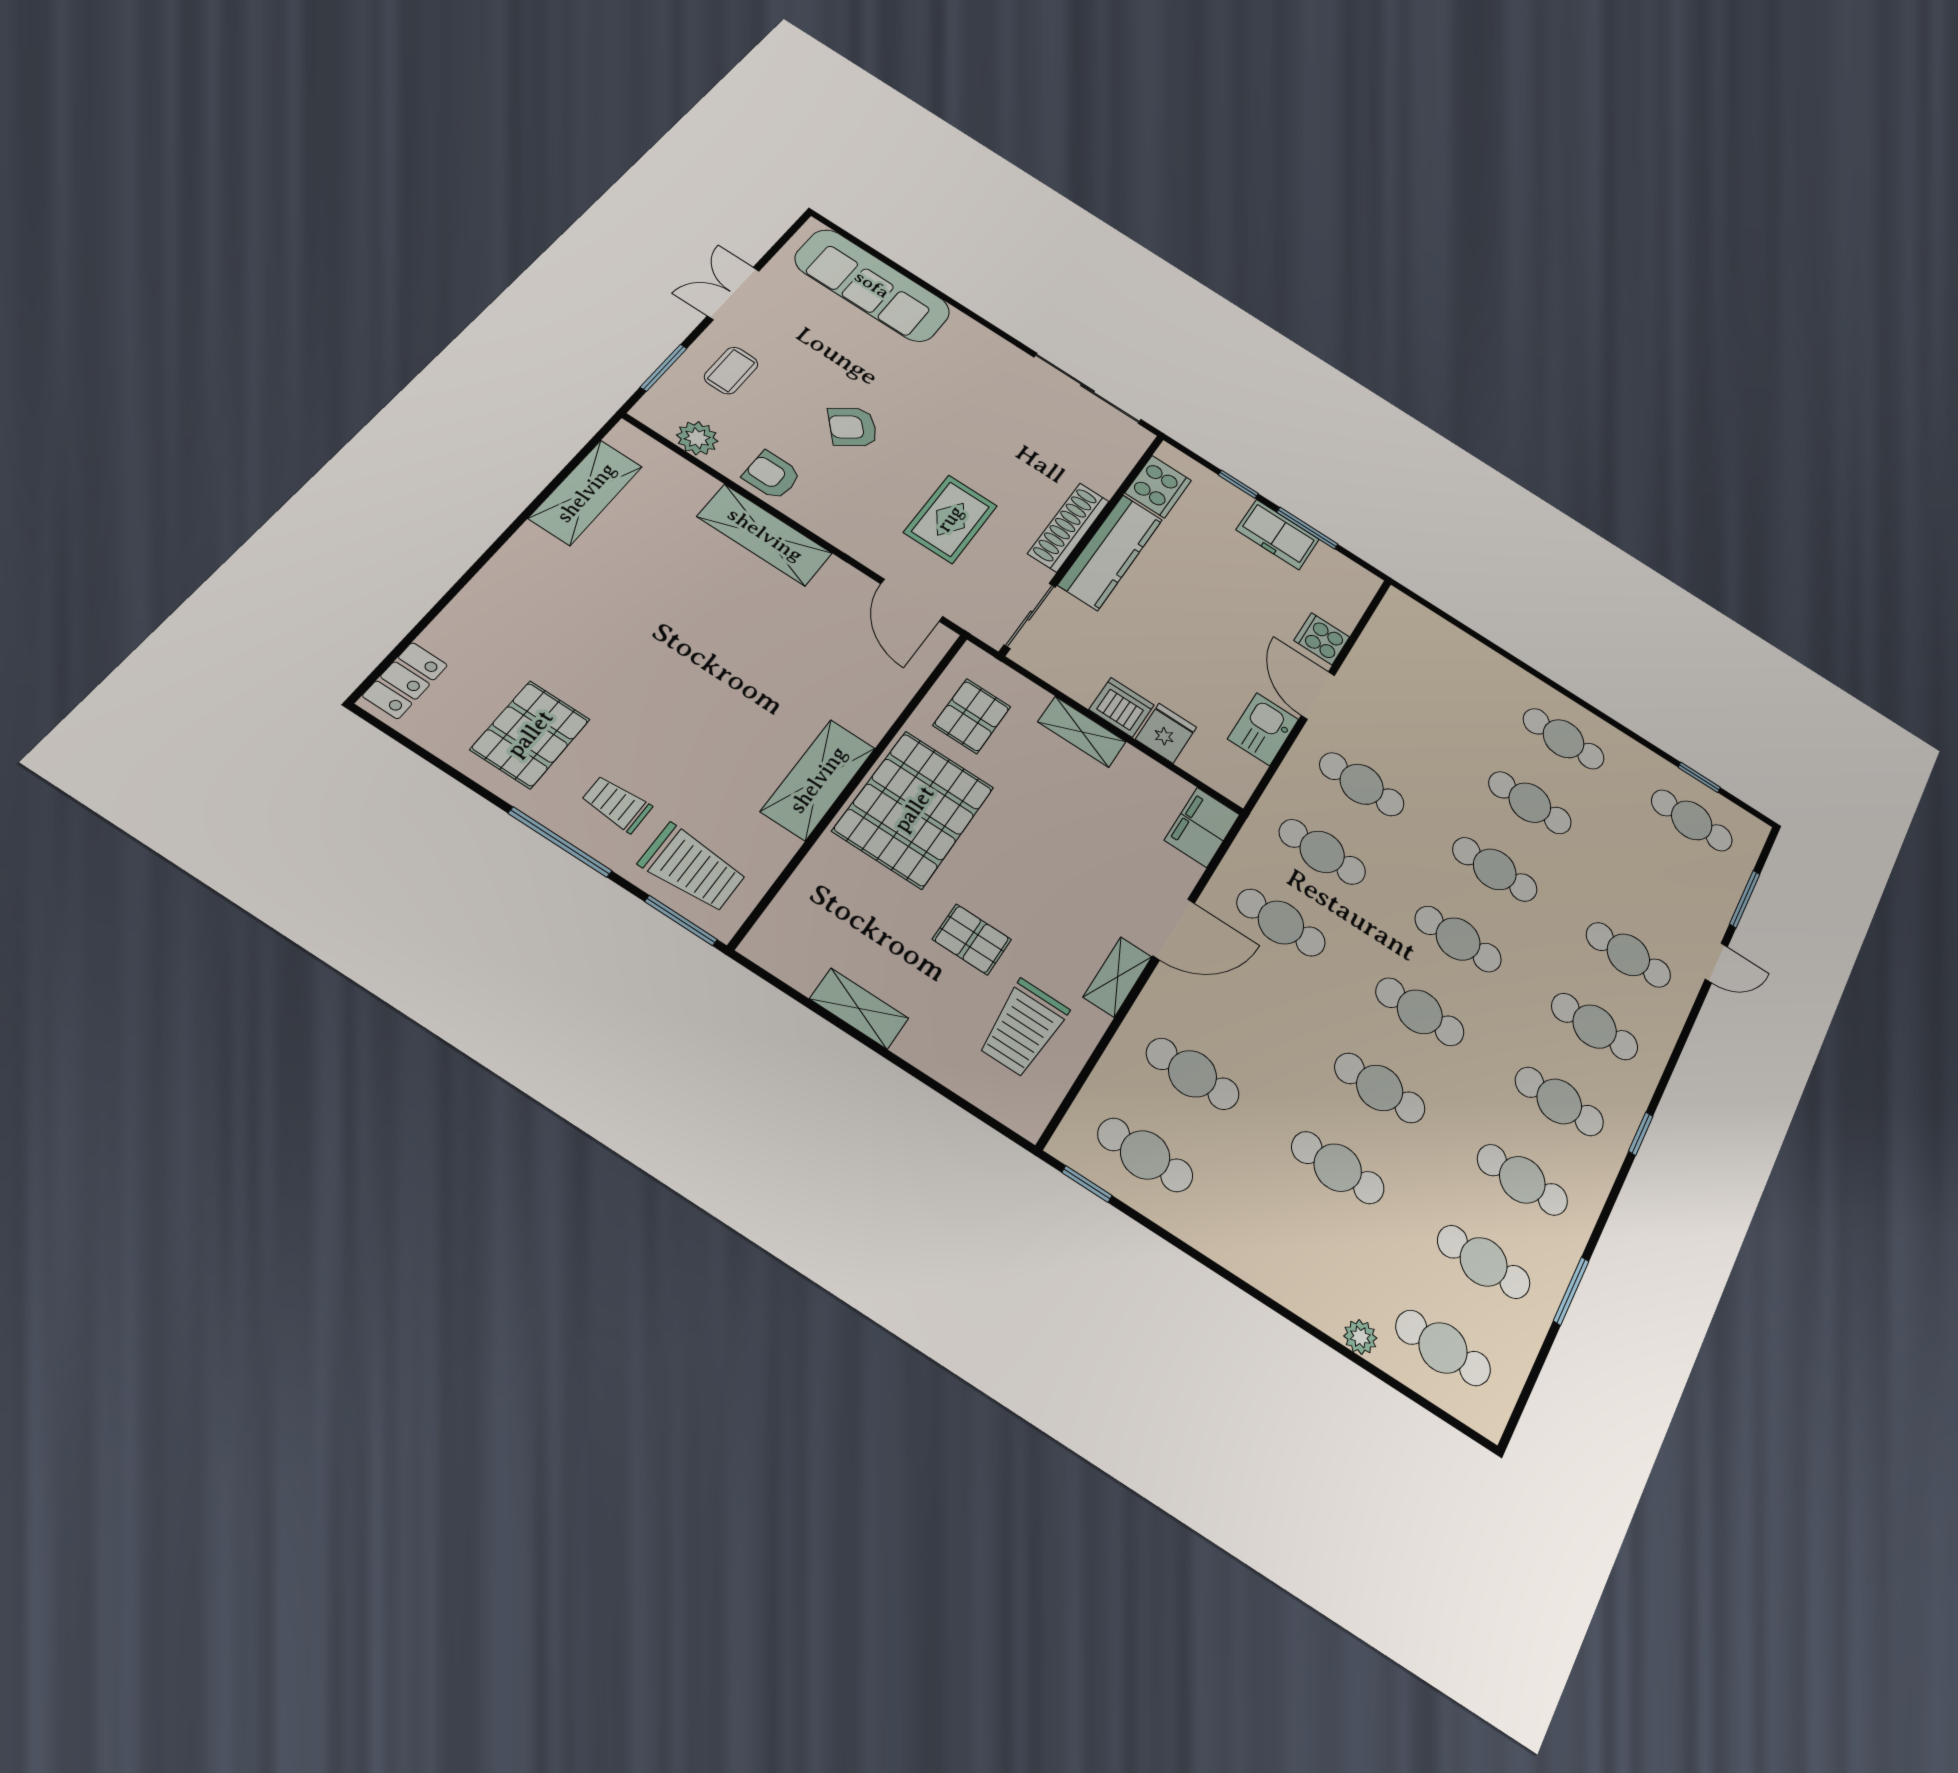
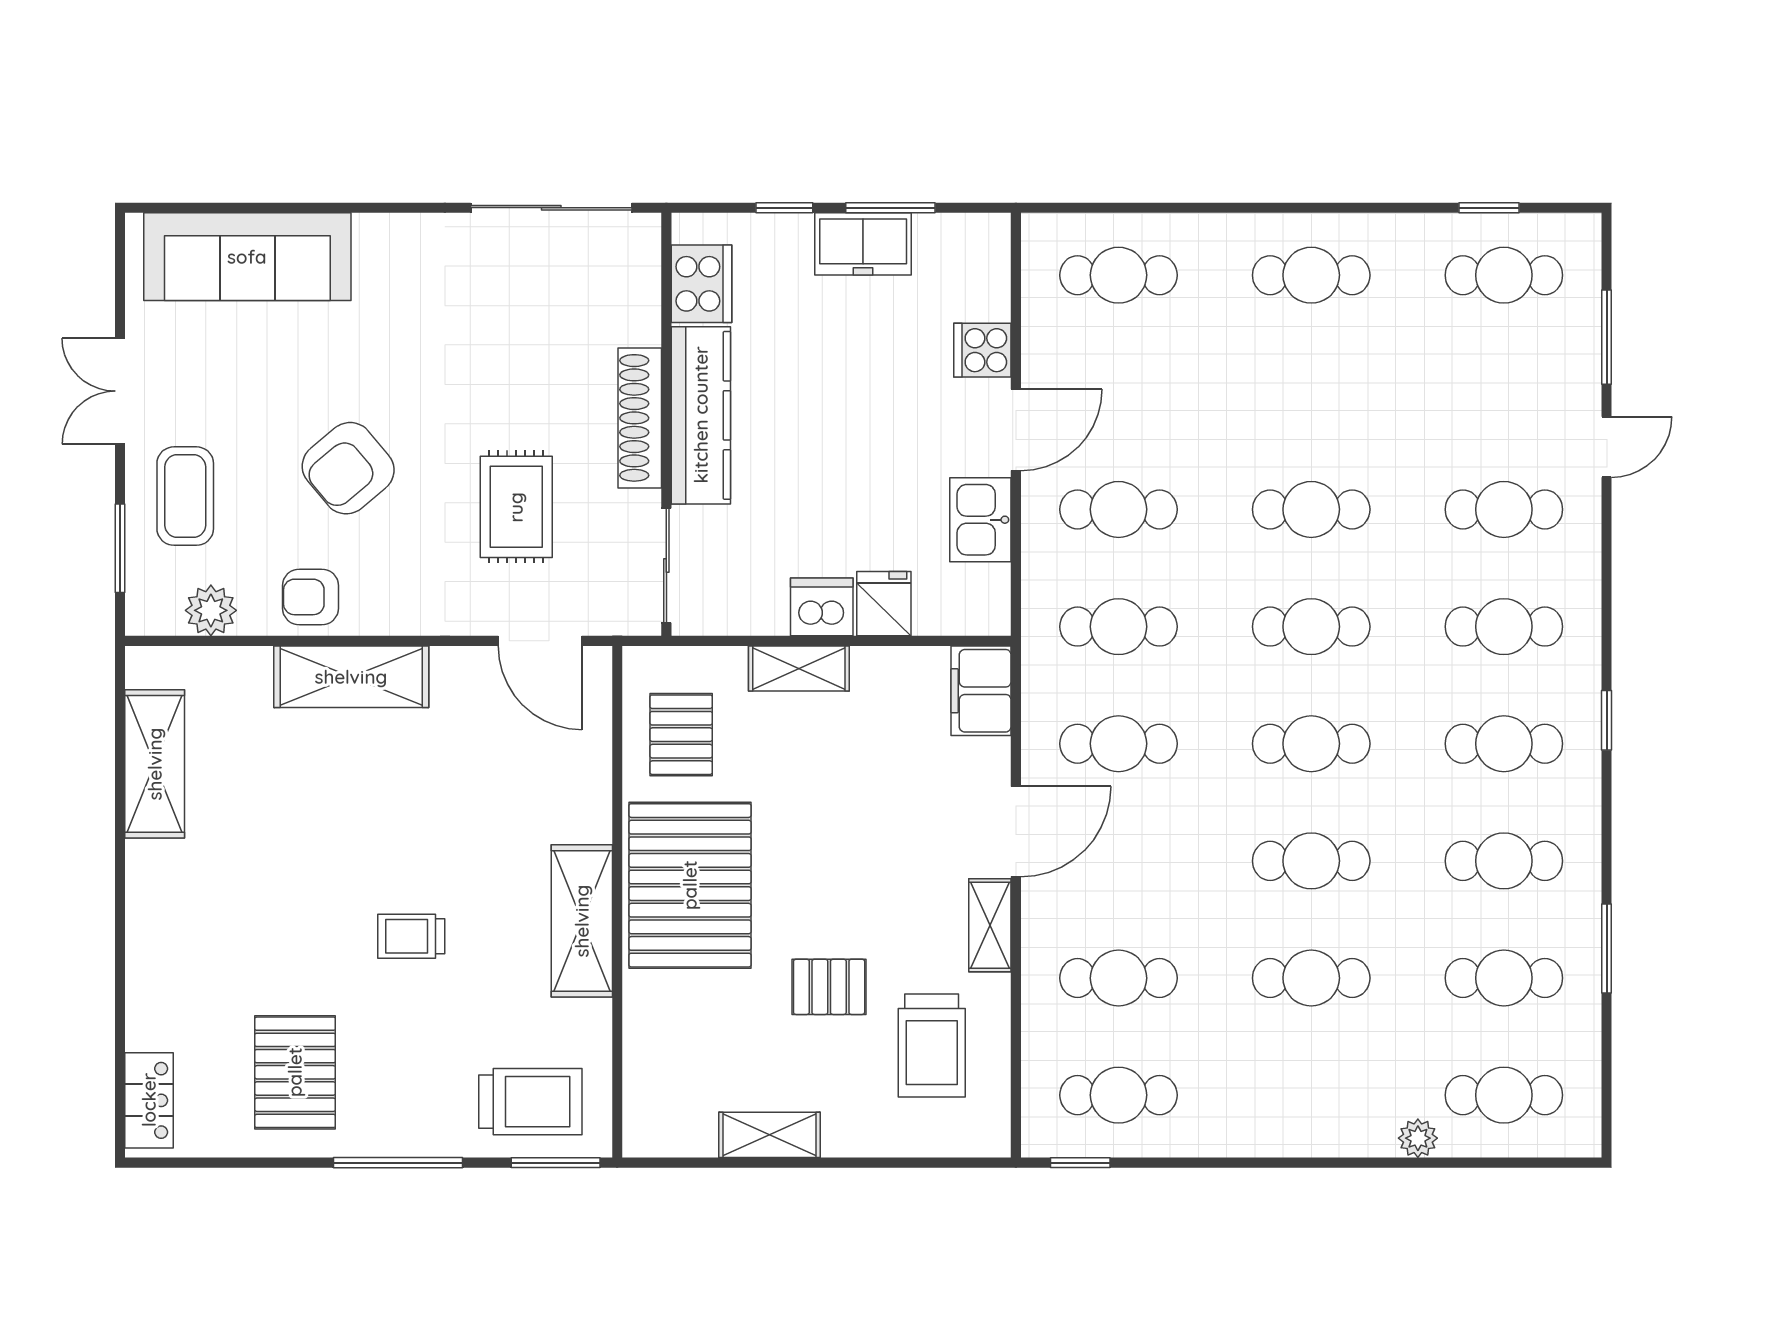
coffee table: (731, 371) -> (185, 496), width x1.36, depth x1.30
armchair: (853, 427) -> (348, 468), width x1.38, depth x1.38
door: (1318, 695) -> (1016, 430), swing flipped
cafe table: (1530, 803) -> (1119, 275), moved
trolley: (617, 804) -> (411, 936), moved

